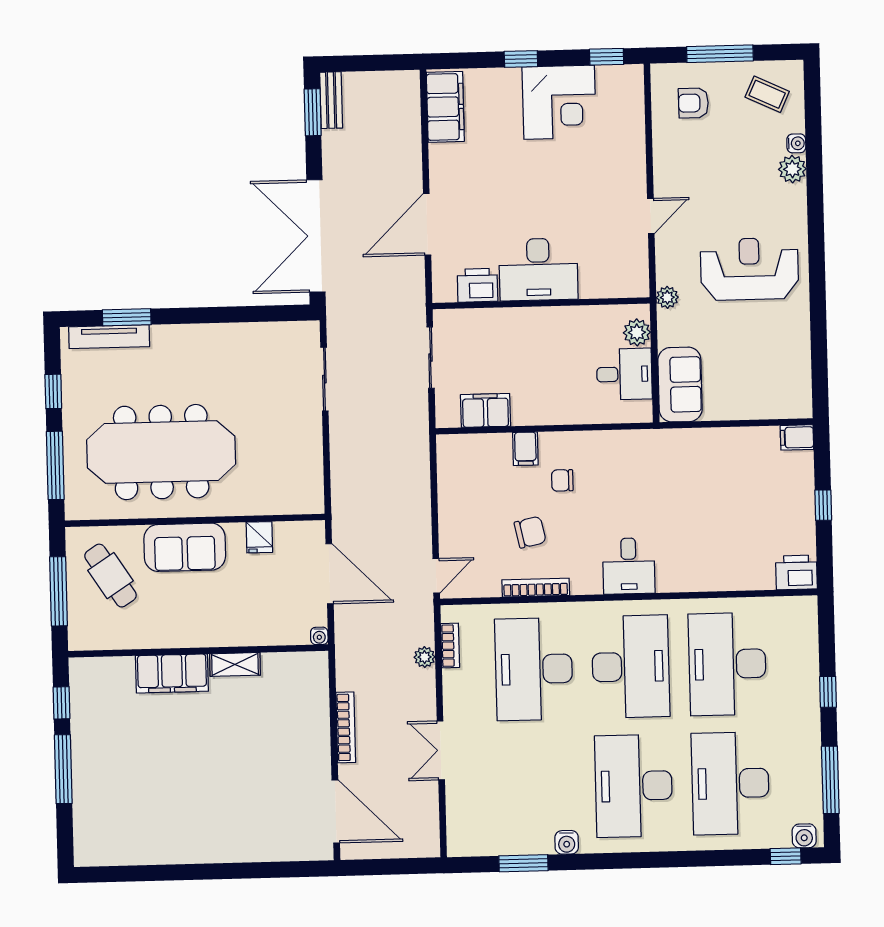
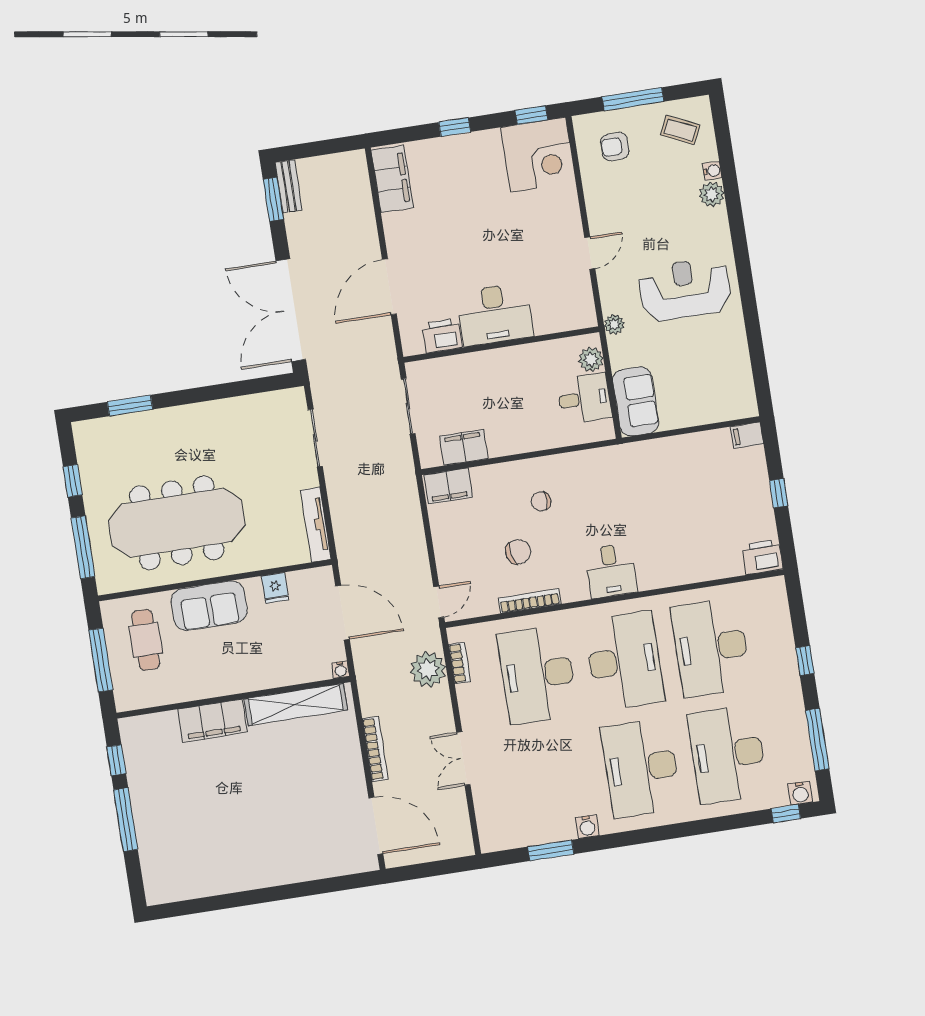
corner desk: (559, 102) -> (538, 155), moved
tv unit: (109, 337) -> (316, 525), moved, turned 90
filing cabinet: (525, 449) -> (448, 486), moved, width x2.00
cafe table: (111, 576) -> (146, 640), turned 33
plant: (425, 657) -> (428, 669), width x1.88, depth x1.88
shelving: (235, 664) -> (296, 704), width x2.20, depth x1.33

